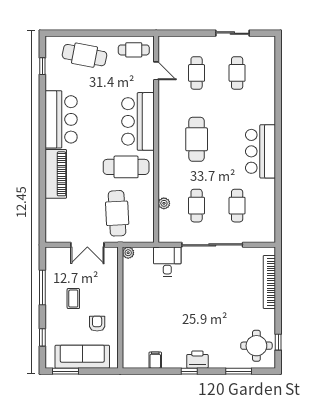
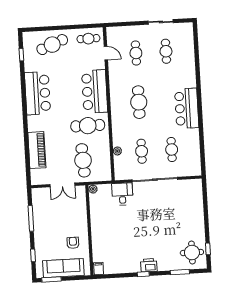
cafe table: (85, 55) -> (52, 45), turned -33
piano: (56, 174) -> (37, 150), moved
bookcase: (269, 282) -> (199, 205), removed
coffee table: (73, 299) -> (54, 225), removed
filing cabinet: (155, 360) -> (99, 269), moved

